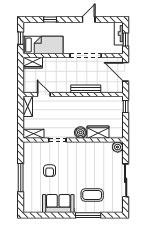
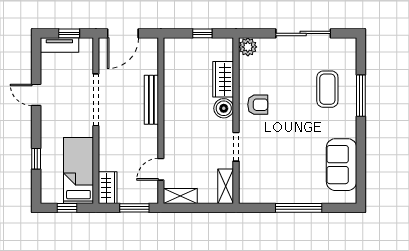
window: (21, 79) -> (134, 208), added
window: (126, 106) -> (202, 33), moved
armchair: (50, 171) -> (258, 105), moved
sofa: (58, 204) -> (342, 165), moved

